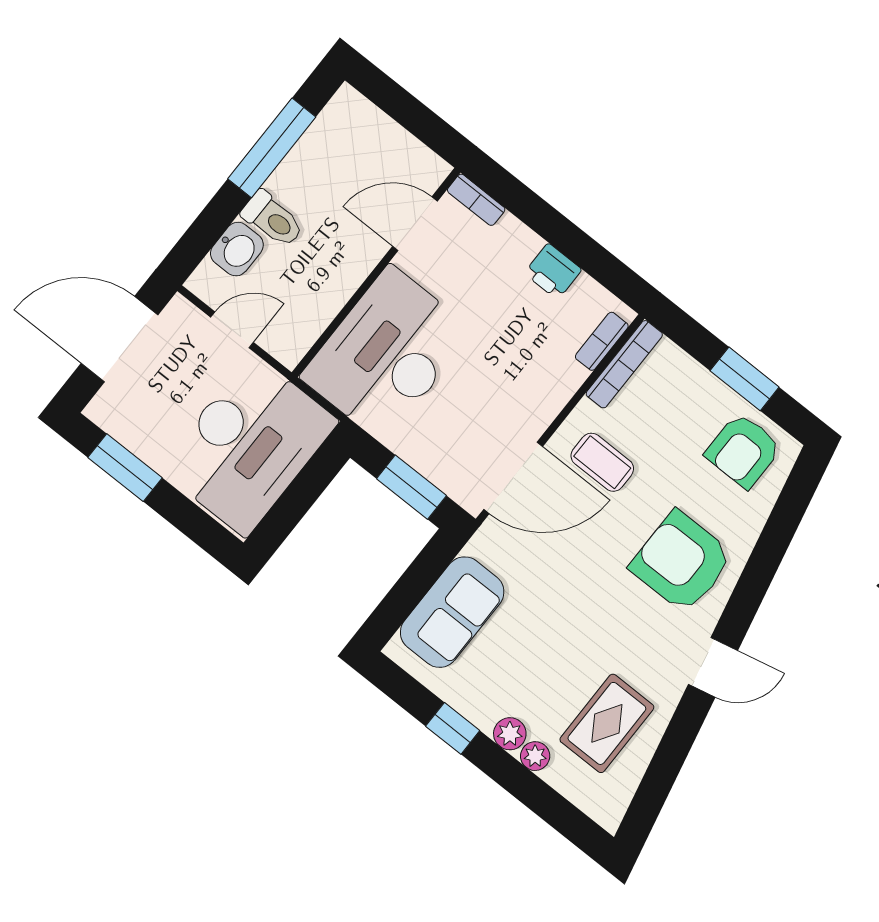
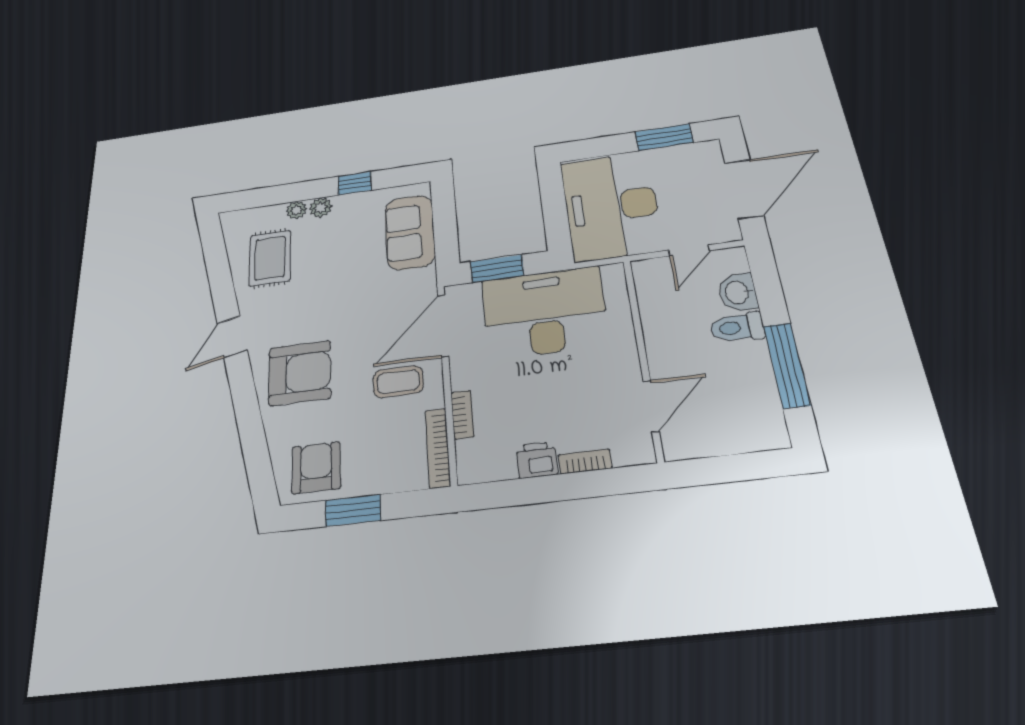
bookcase: (476, 200) -> (585, 461), moved
bookcase: (602, 341) -> (462, 415), moved
desk: (387, 354) -> (544, 312), moved, turned -90

